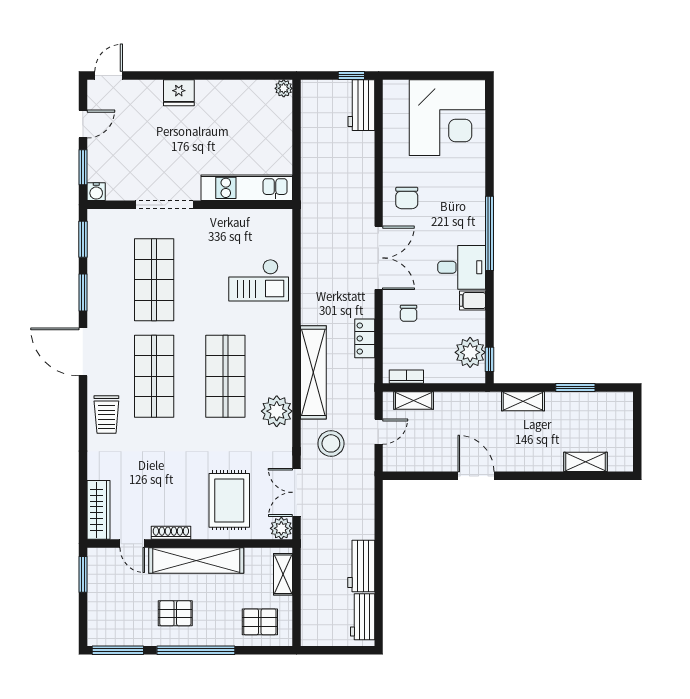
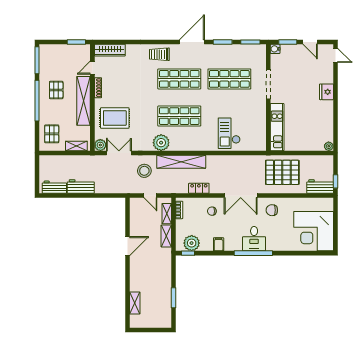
pallet: (334, 178) -> (282, 172), added
desk: (462, 267) -> (254, 239), moved
shelving: (523, 401) -> (166, 236), moved

